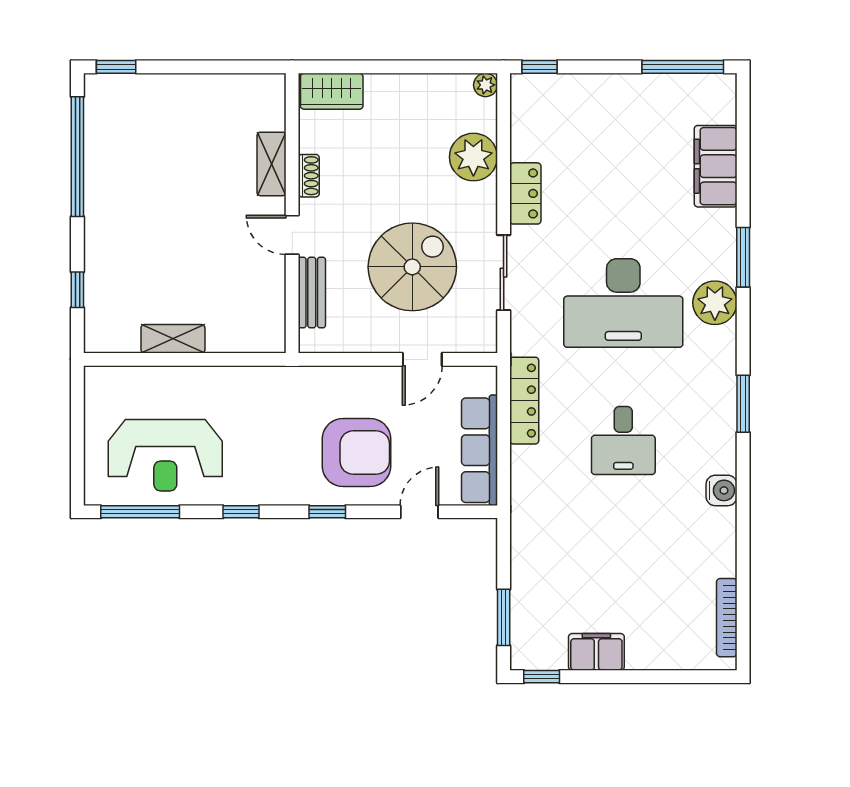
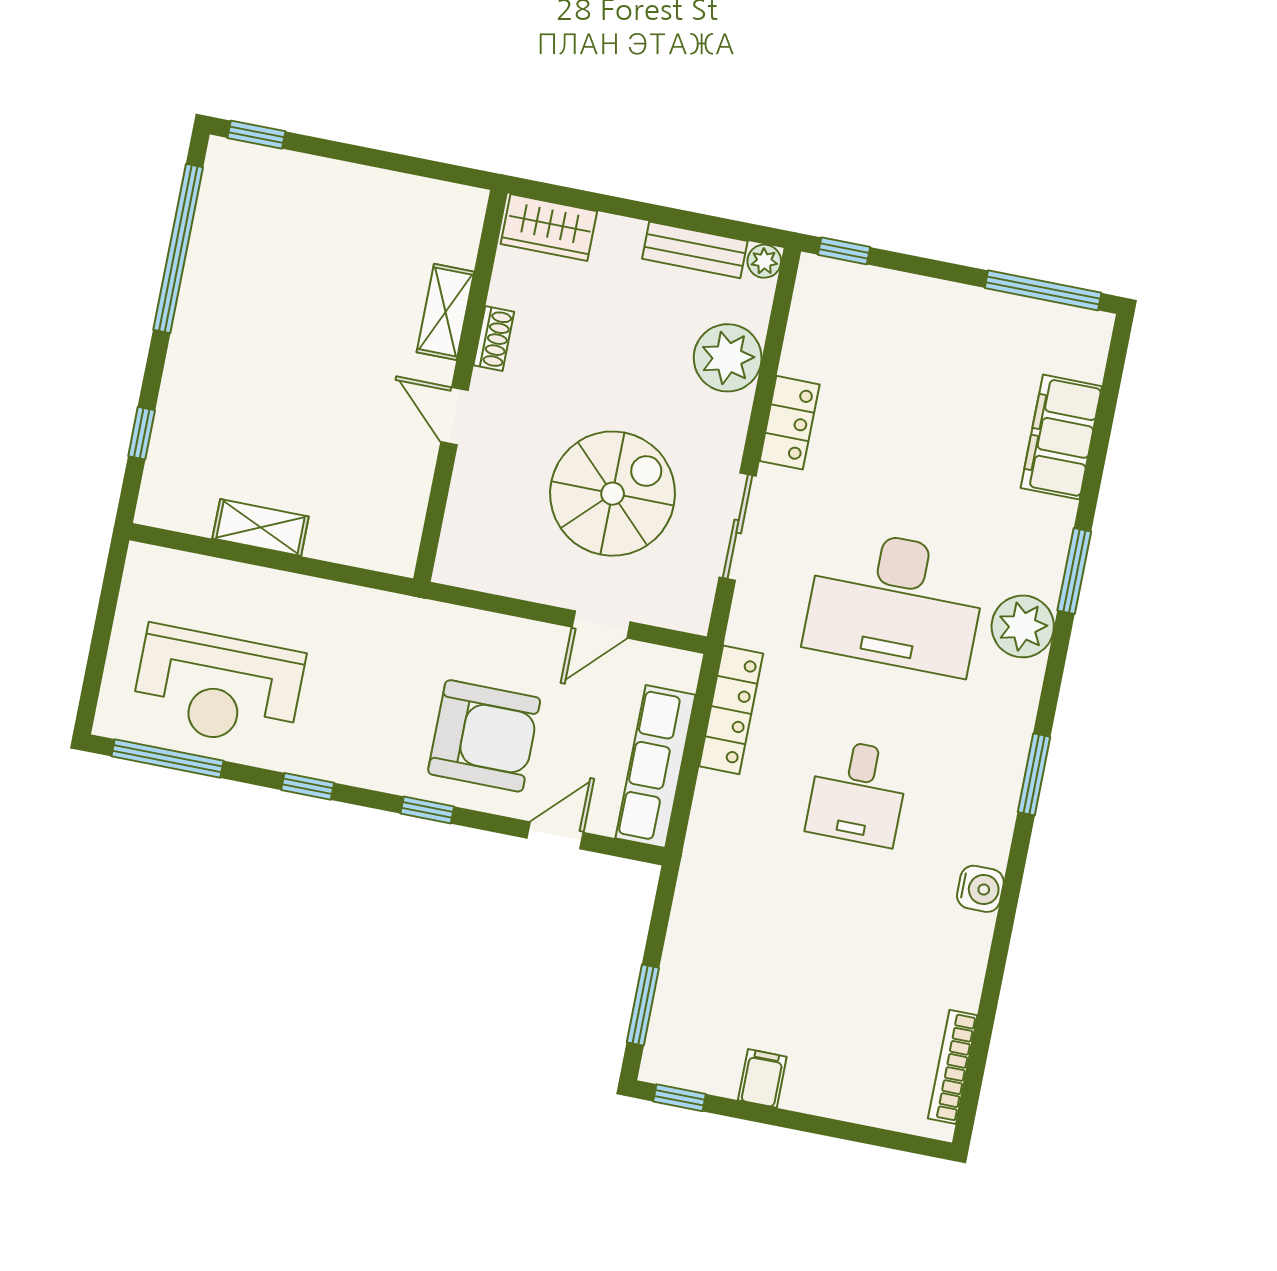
bench: (312, 293) -> (695, 250), moved, turned 90
filing cabinet: (596, 652) -> (762, 1078), width x0.50

